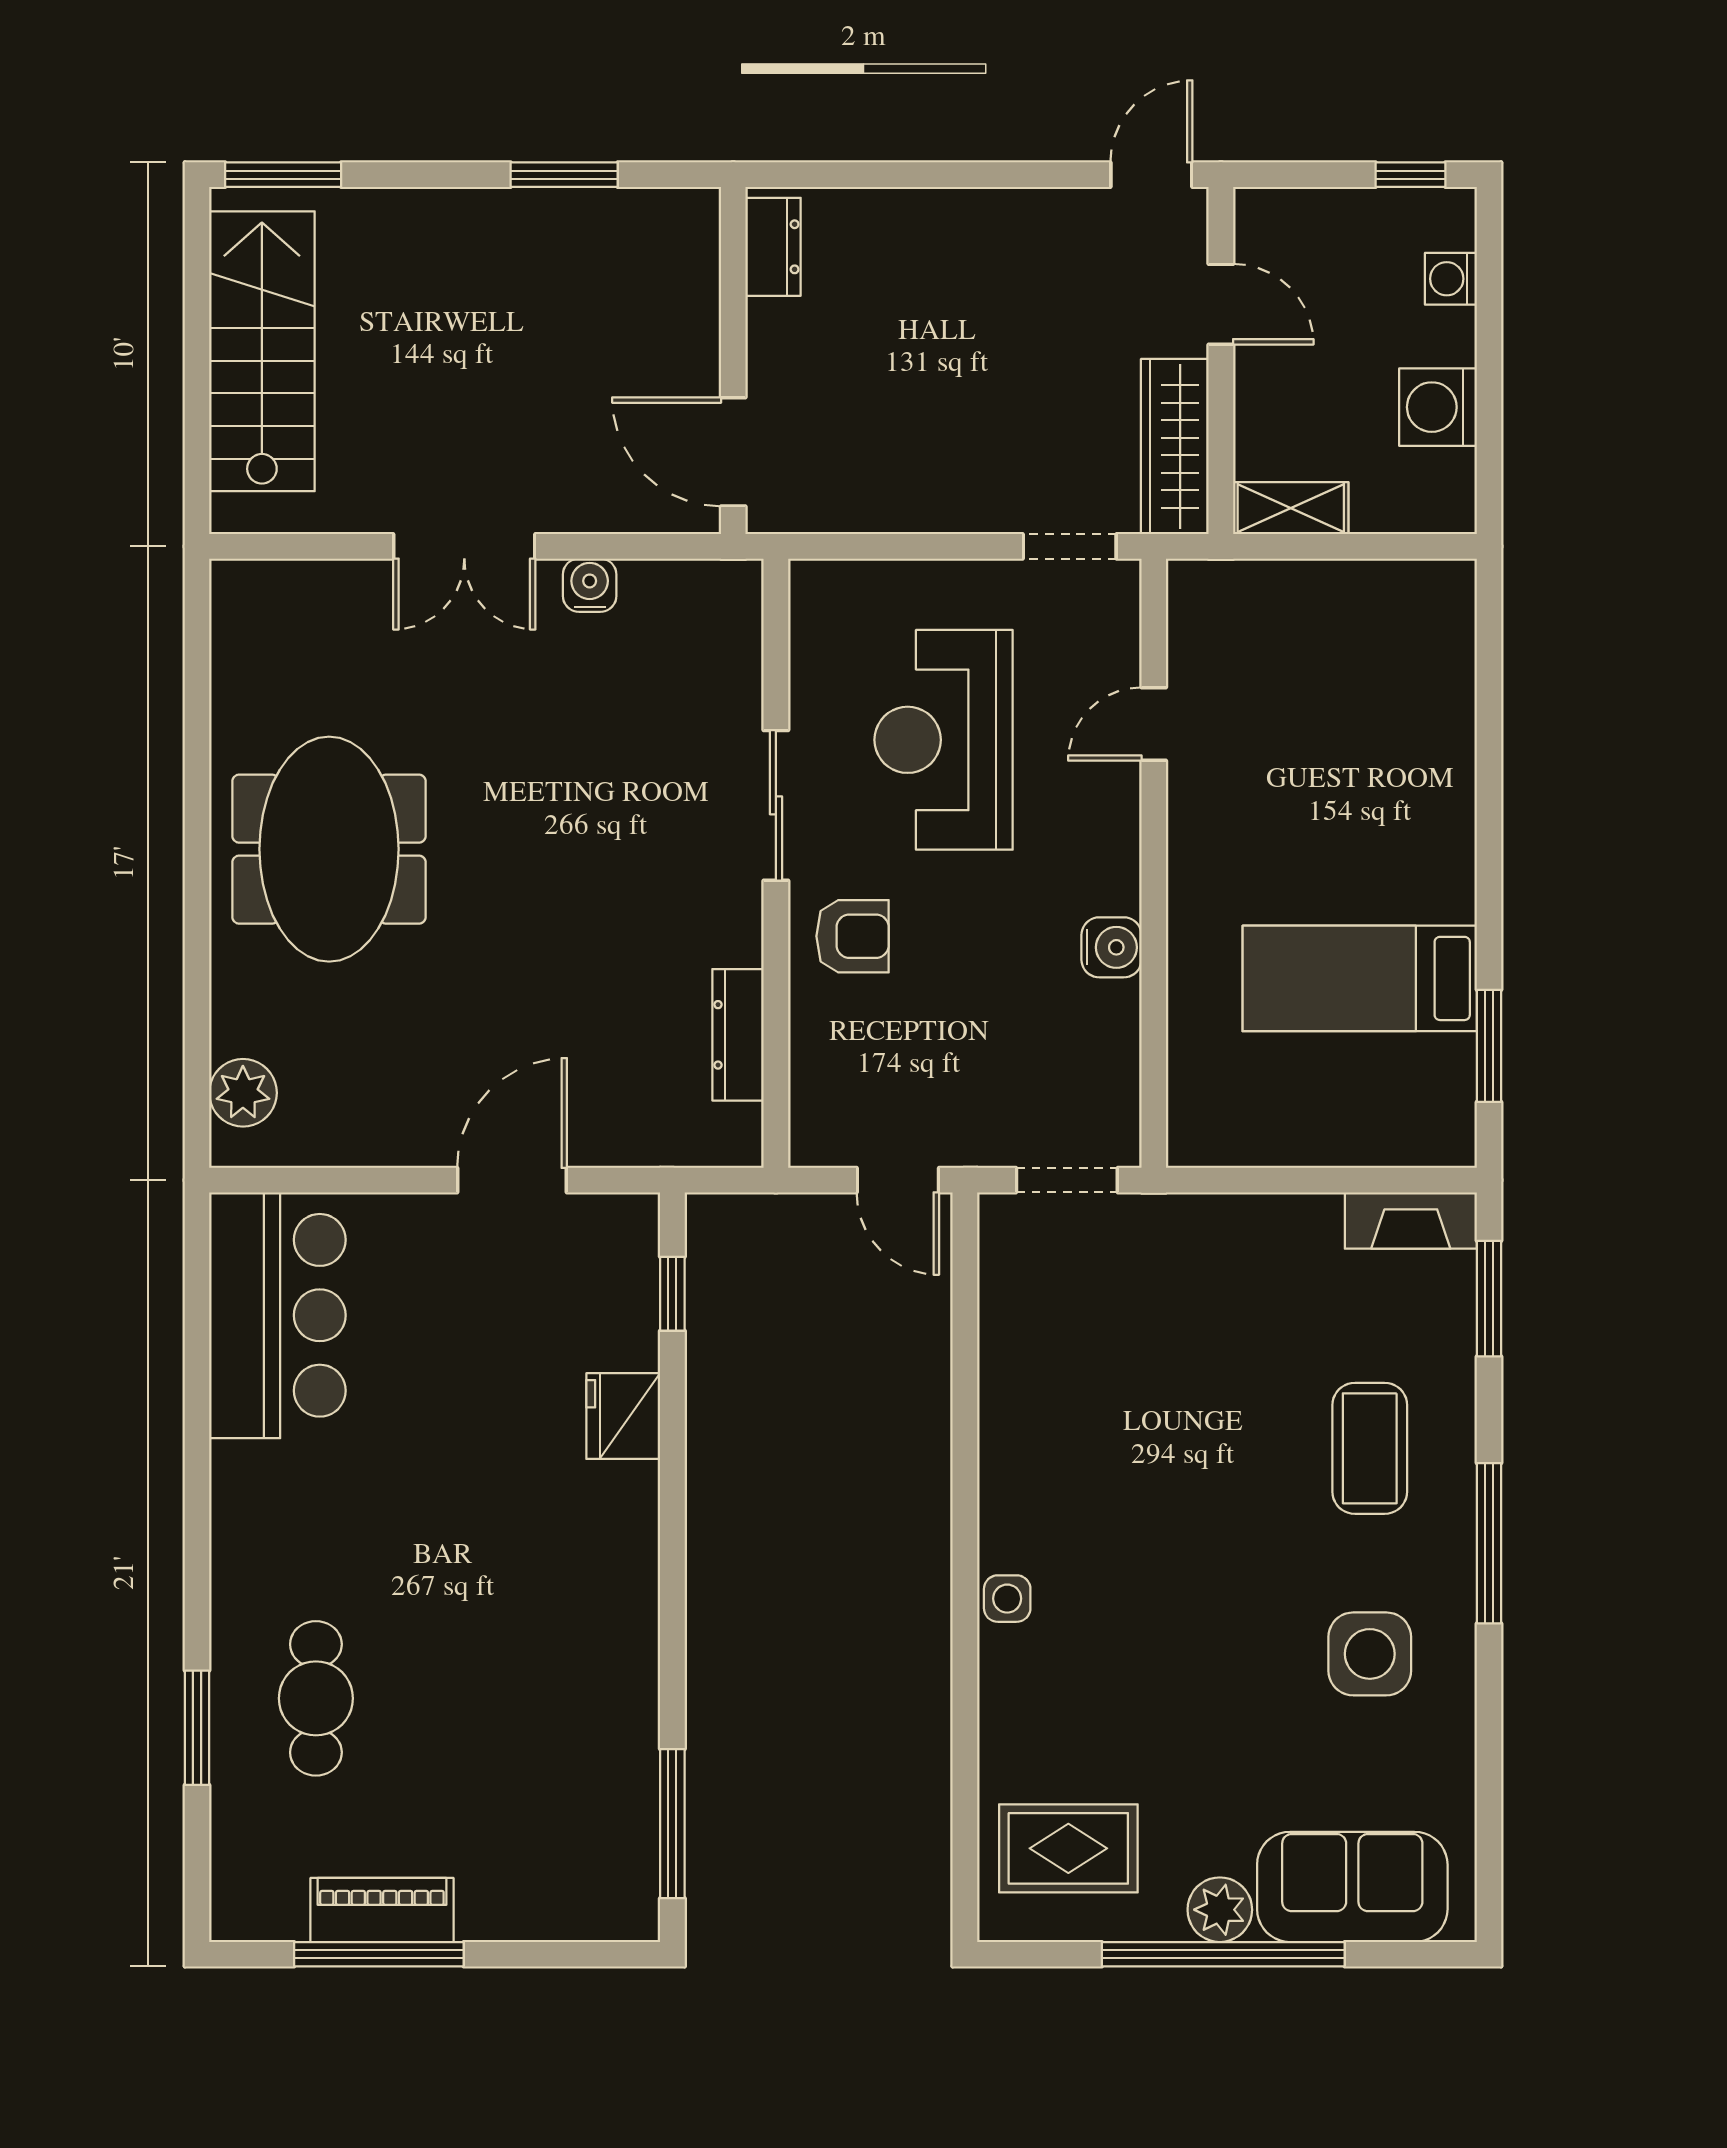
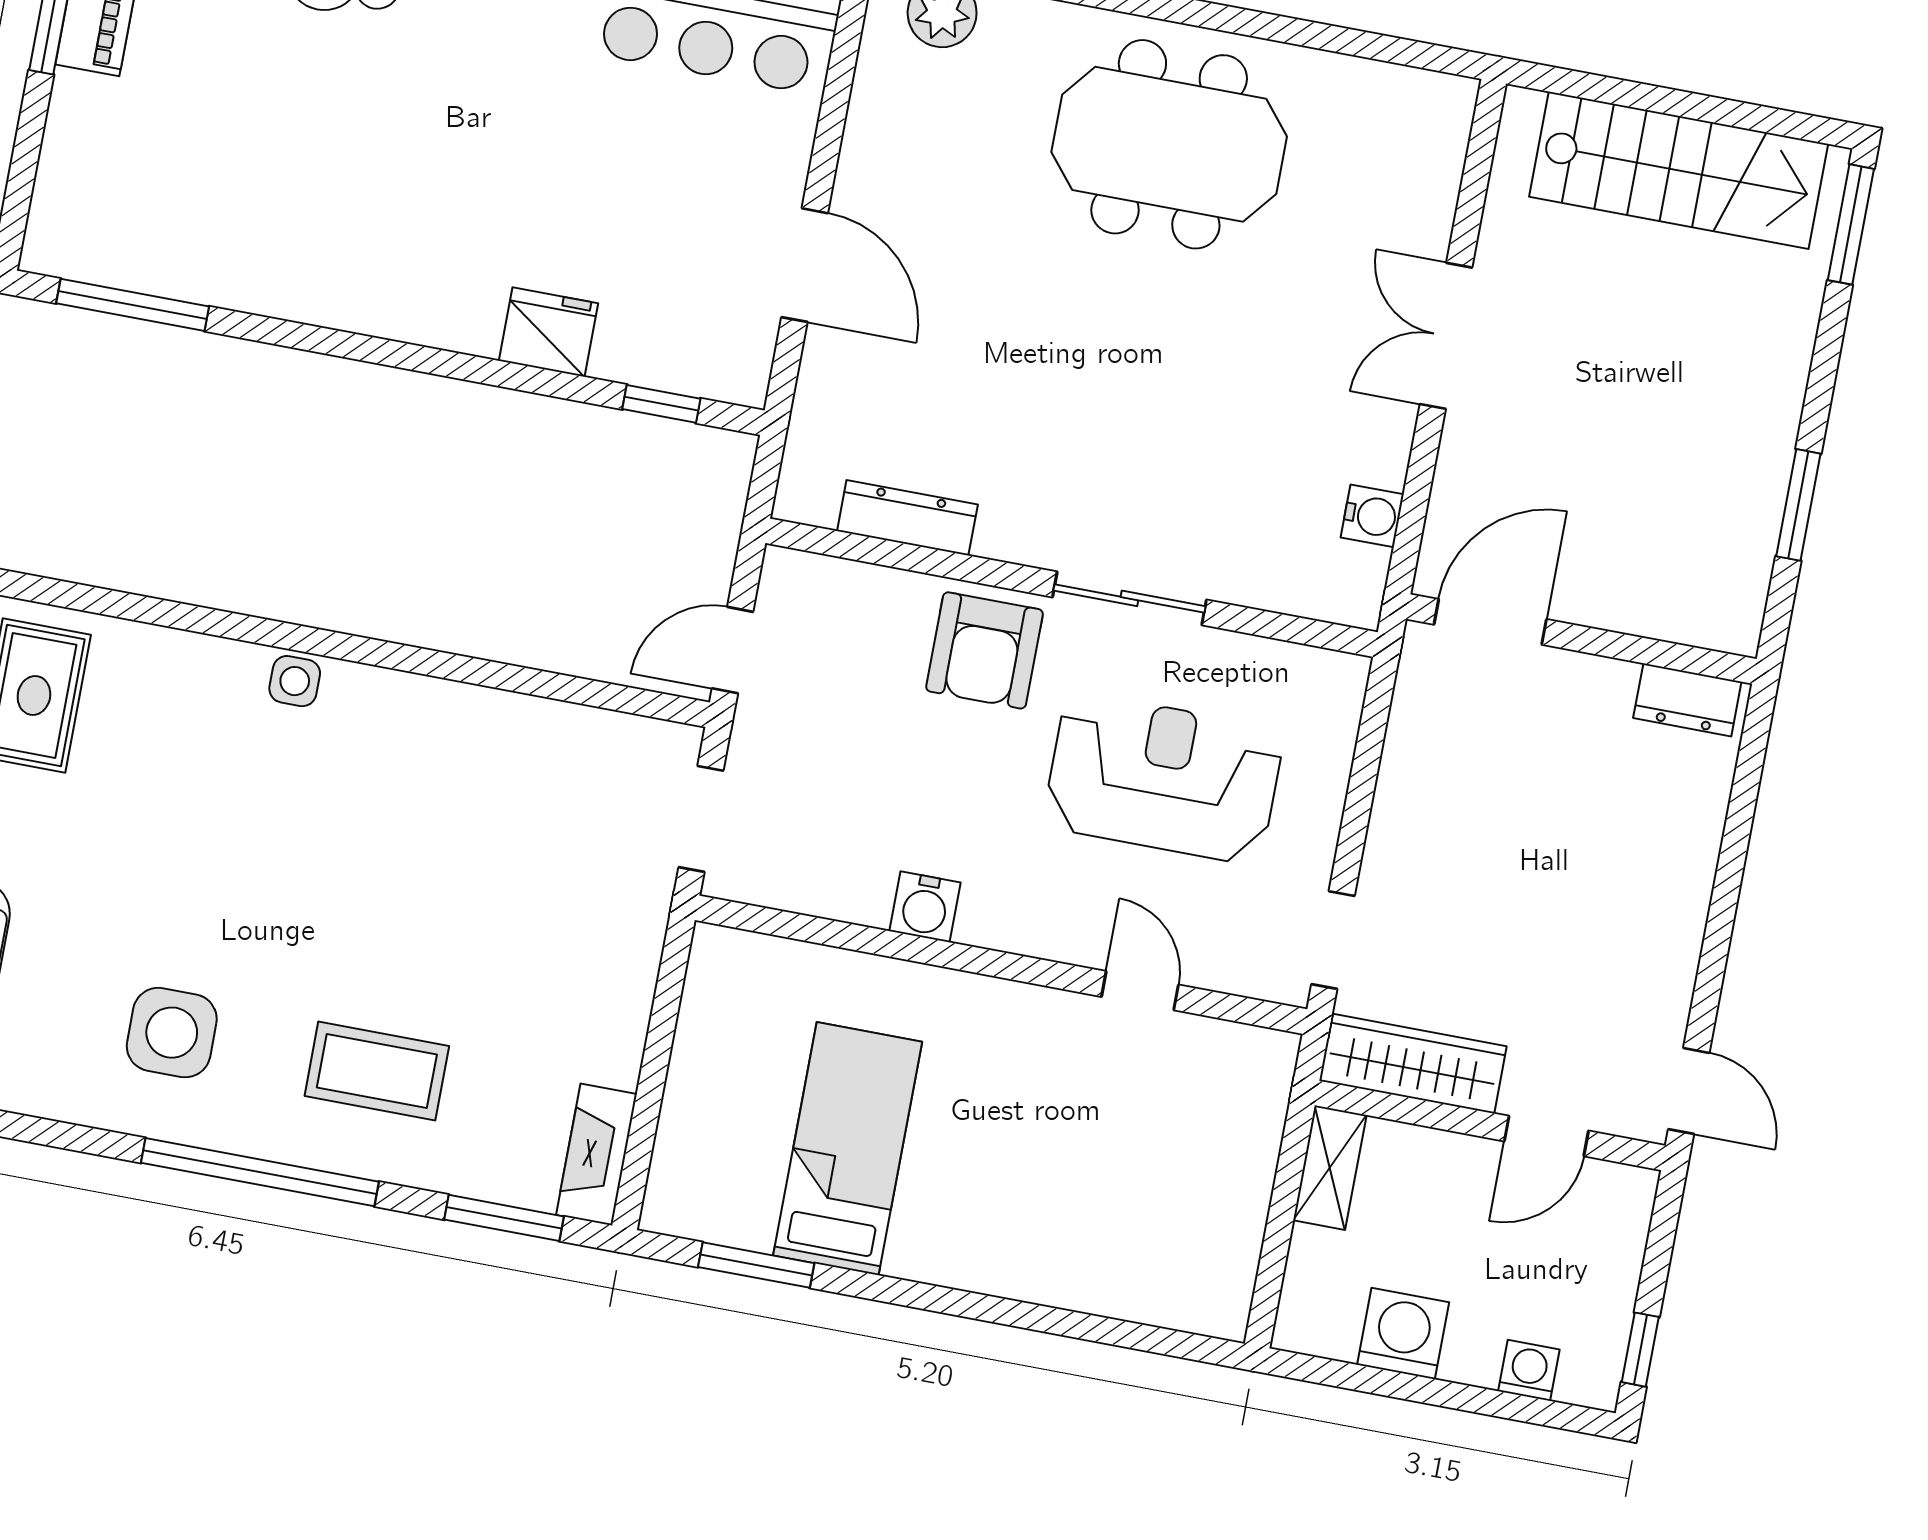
water cooler: (590, 585) -> (1372, 516), moved
armchair: (852, 936) -> (985, 650), width x1.38, depth x1.38
window: (1489, 1543) -> (260, 1172), width x1.46

